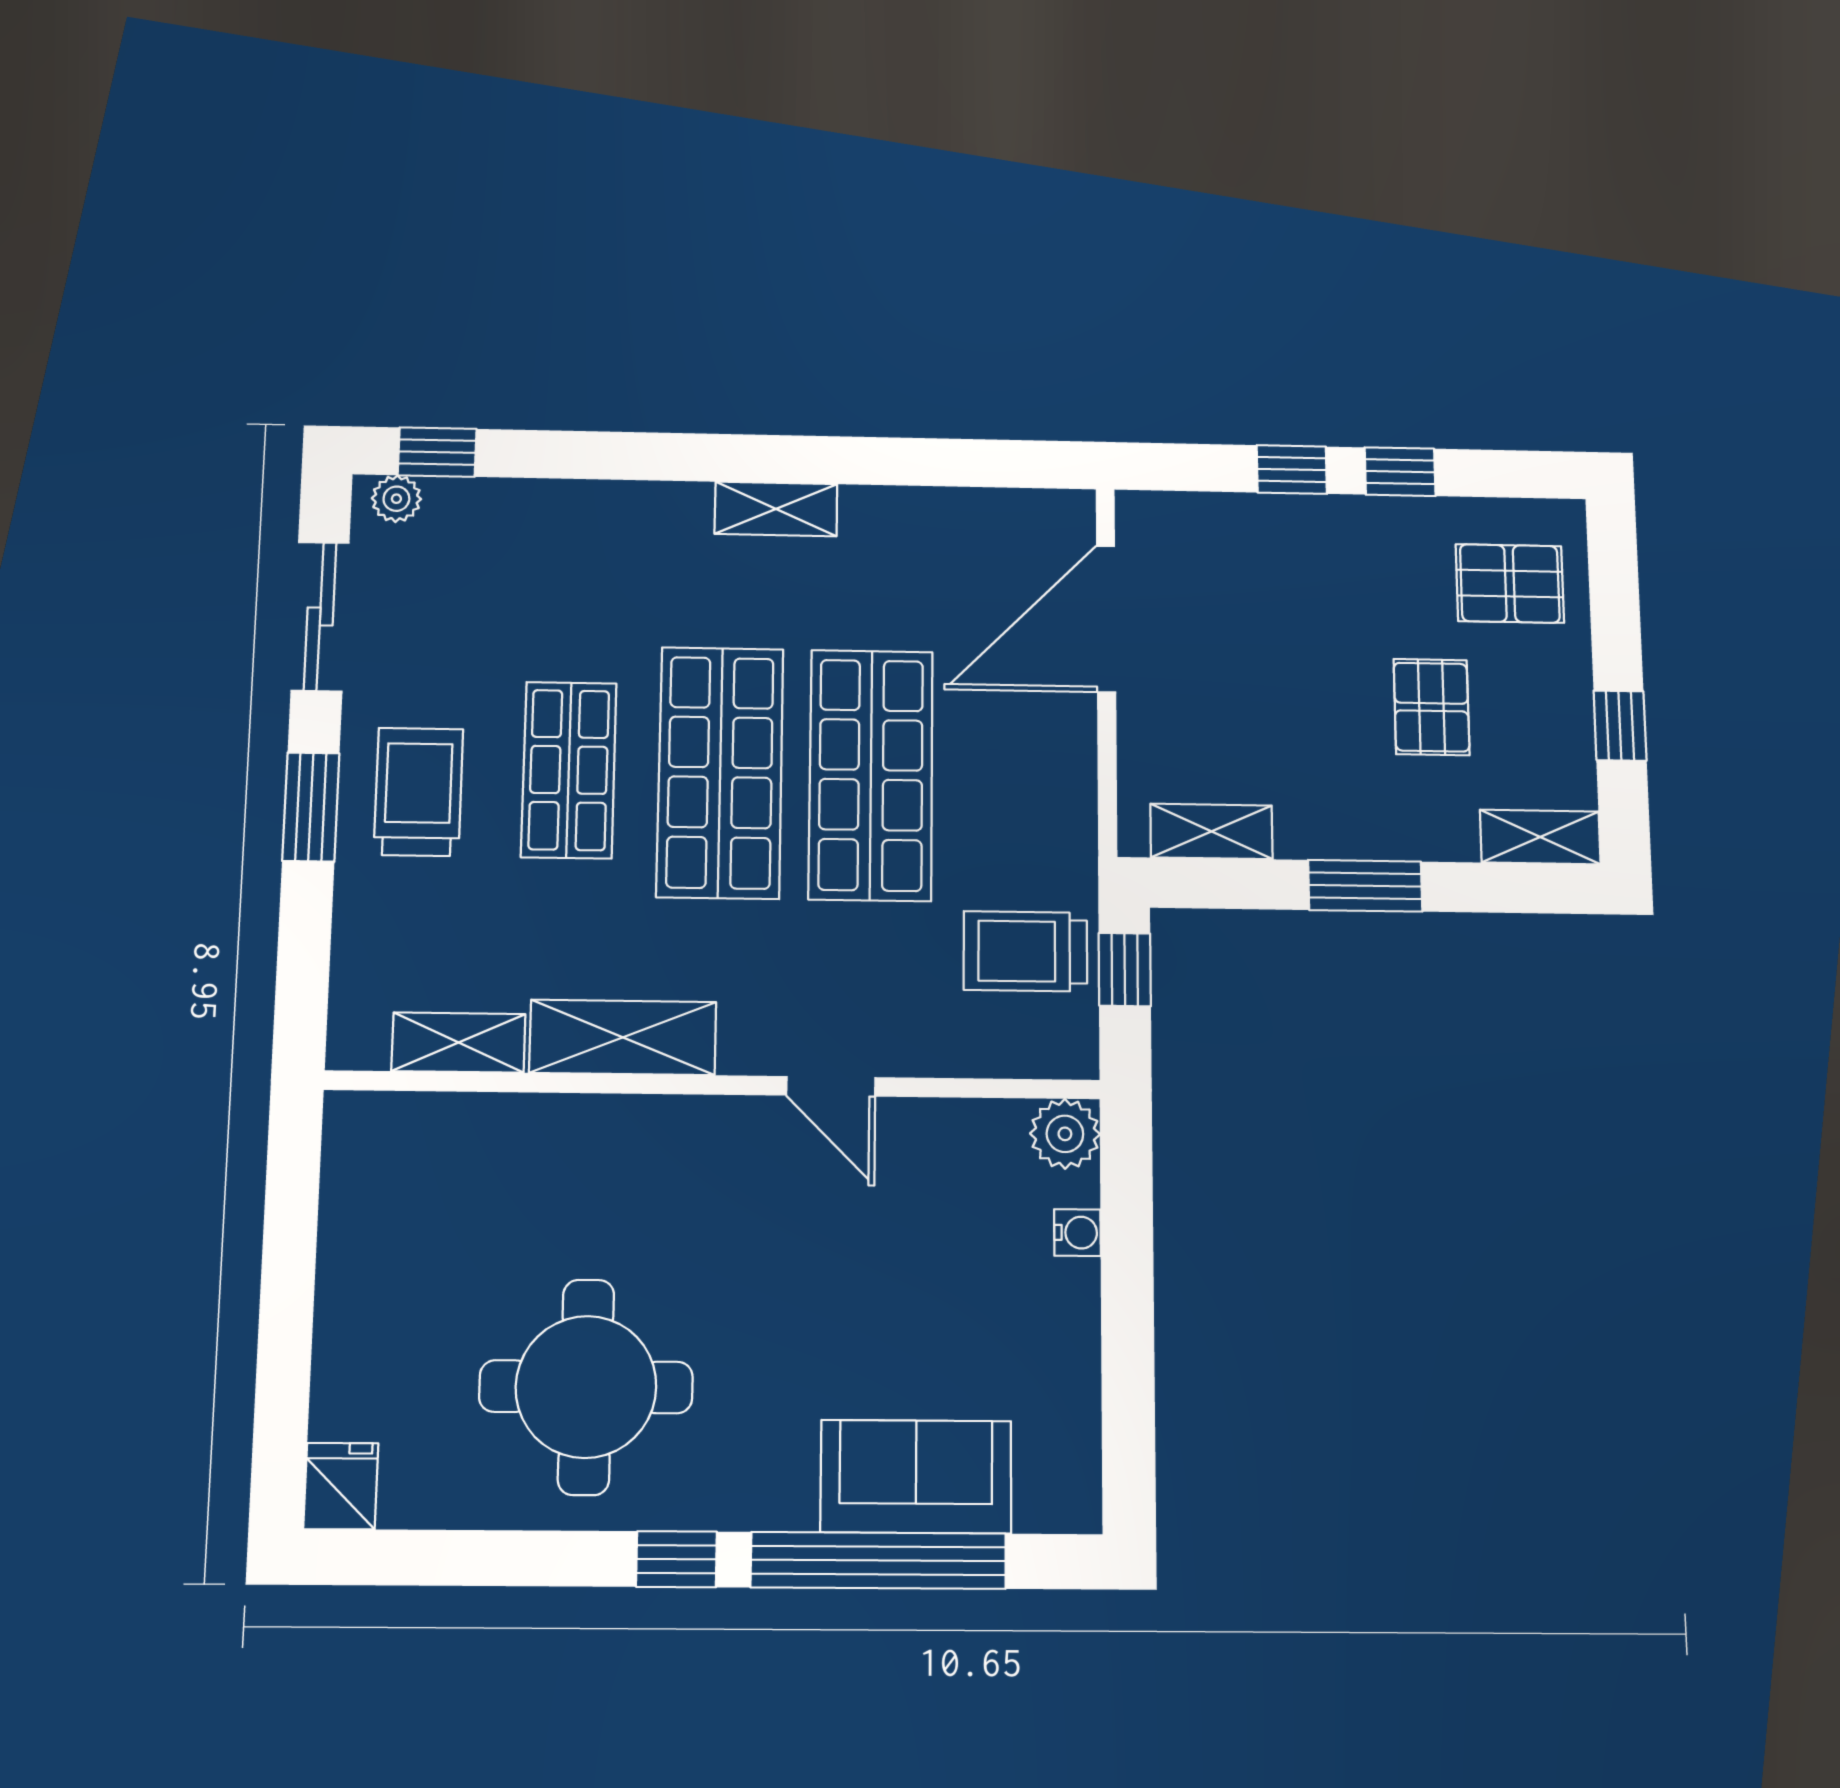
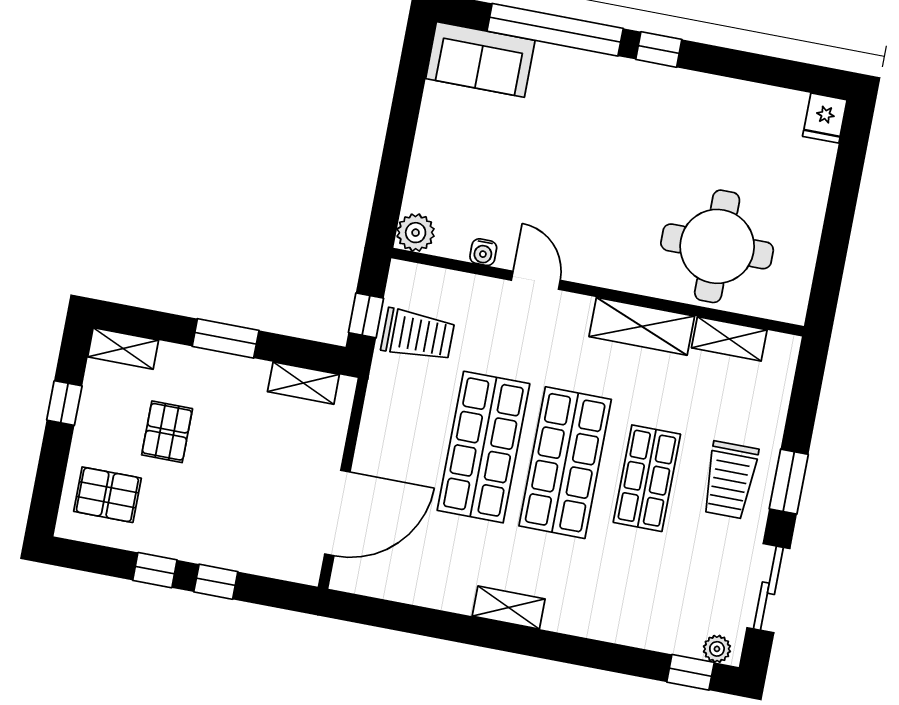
water cooler: (1077, 1233) -> (483, 252), moved, turned -90
round table: (586, 1387) -> (717, 246), moved
sofa: (916, 1477) -> (480, 59), moved

